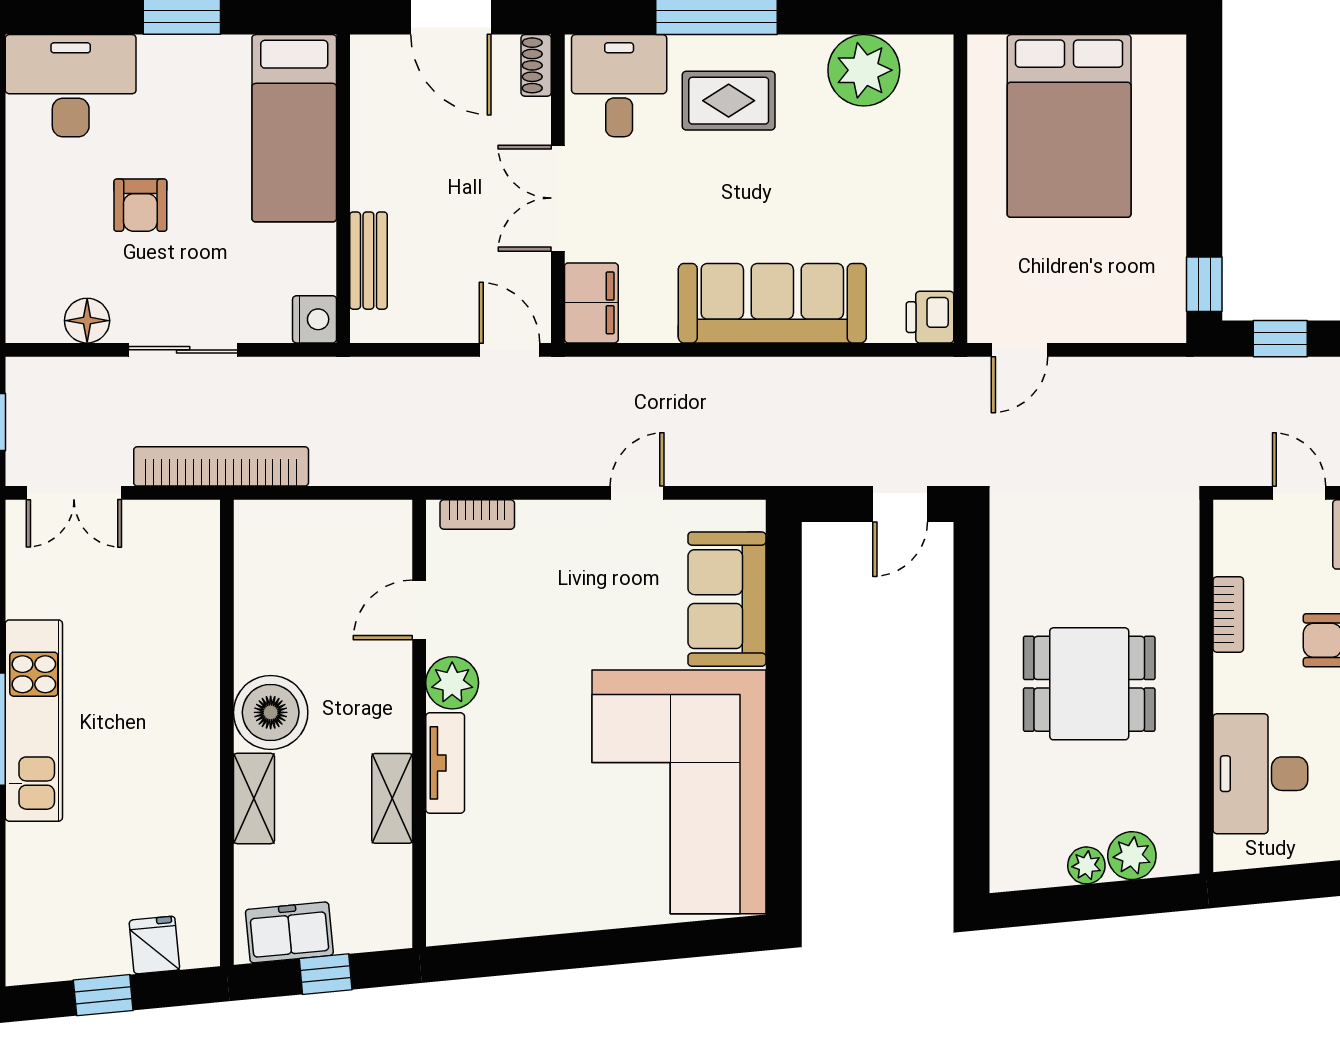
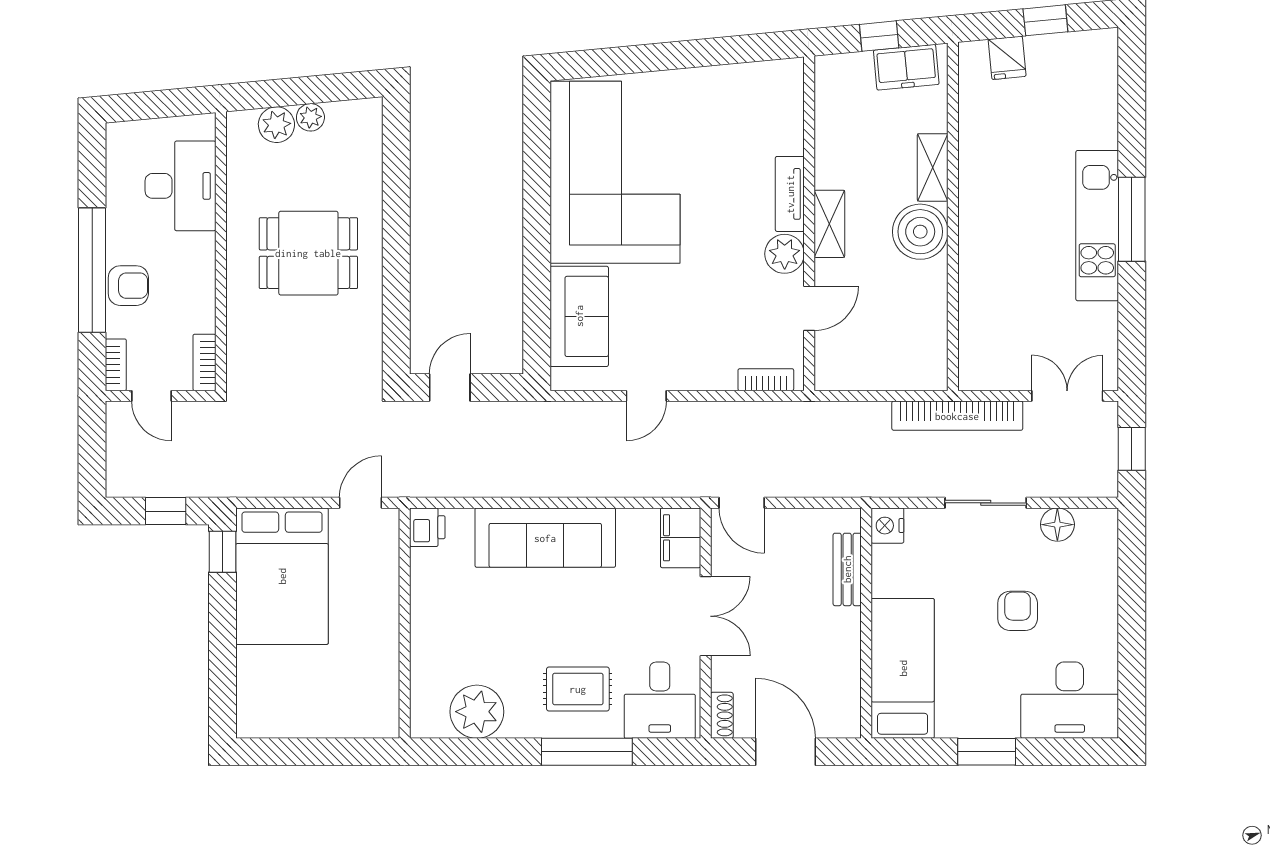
bed: (1069, 126) -> (282, 576), moved, turned 180
bookcase: (1228, 614) -> (204, 362), moved
shelving: (392, 798) -> (829, 224), moved

